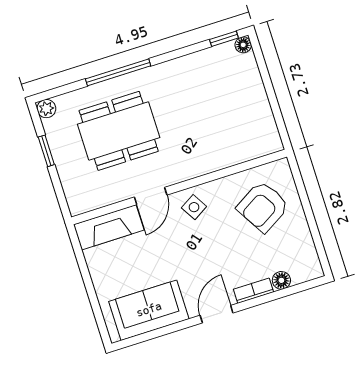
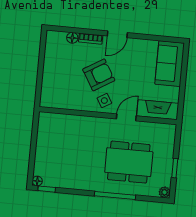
armchair: (263, 207) -> (99, 75), moved
sofa: (149, 310) -> (170, 64), moved, turned 90

